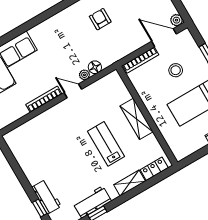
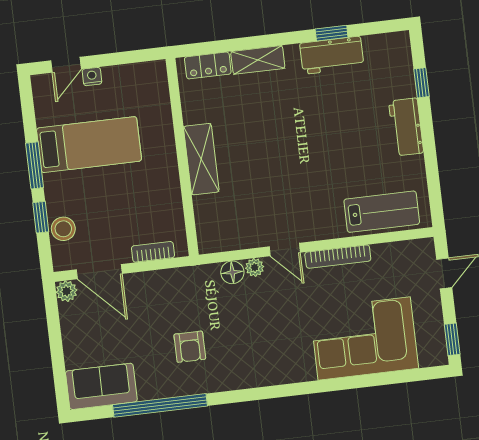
bookcase: (141, 60) -> (153, 252), width x0.64
stool: (176, 70) -> (63, 229), moved
lab bench: (106, 144) -> (382, 212), moved, turned -90
workbench: (47, 197) -> (406, 127), moved

